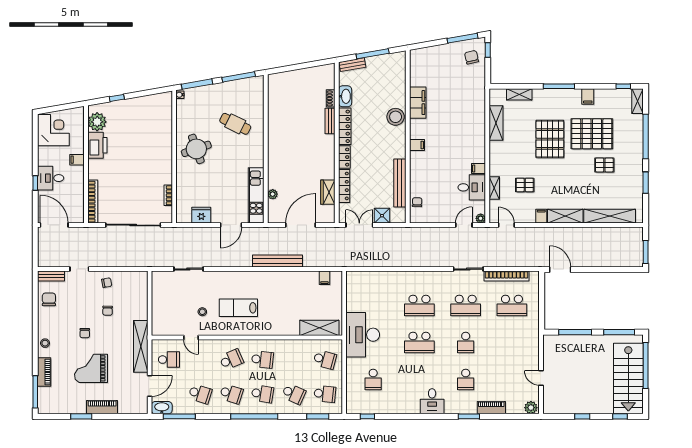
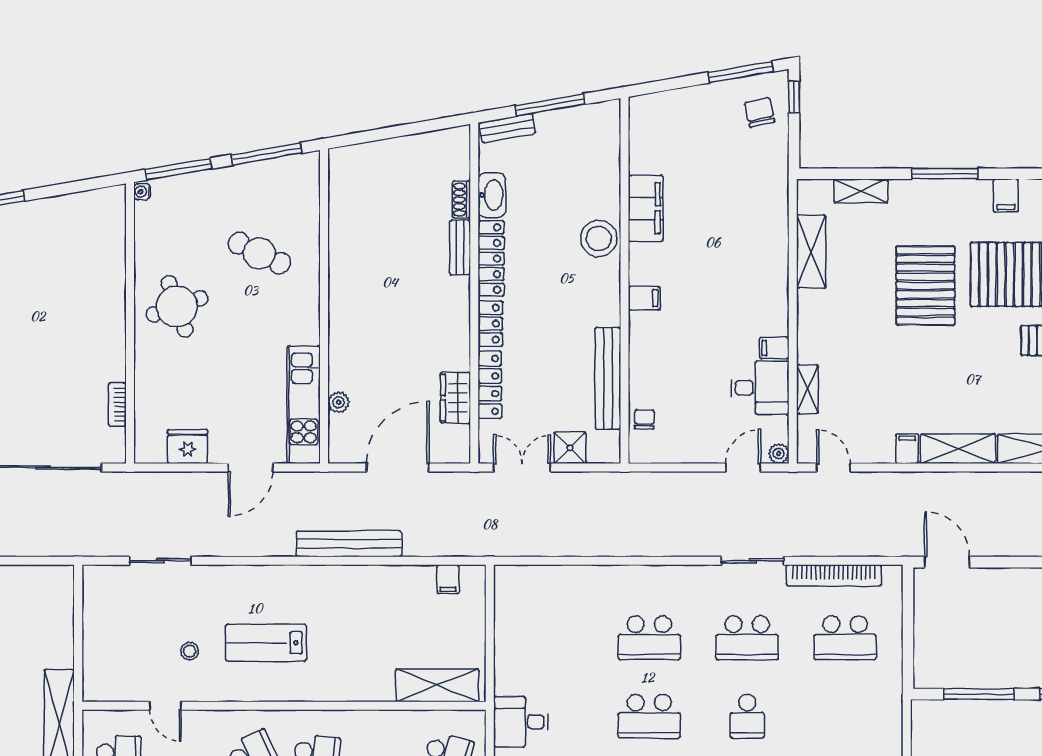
pallet: (525, 185) -> (872, 383), removed
desk: (363, 335) -> (521, 722), width x0.53, depth x0.77

